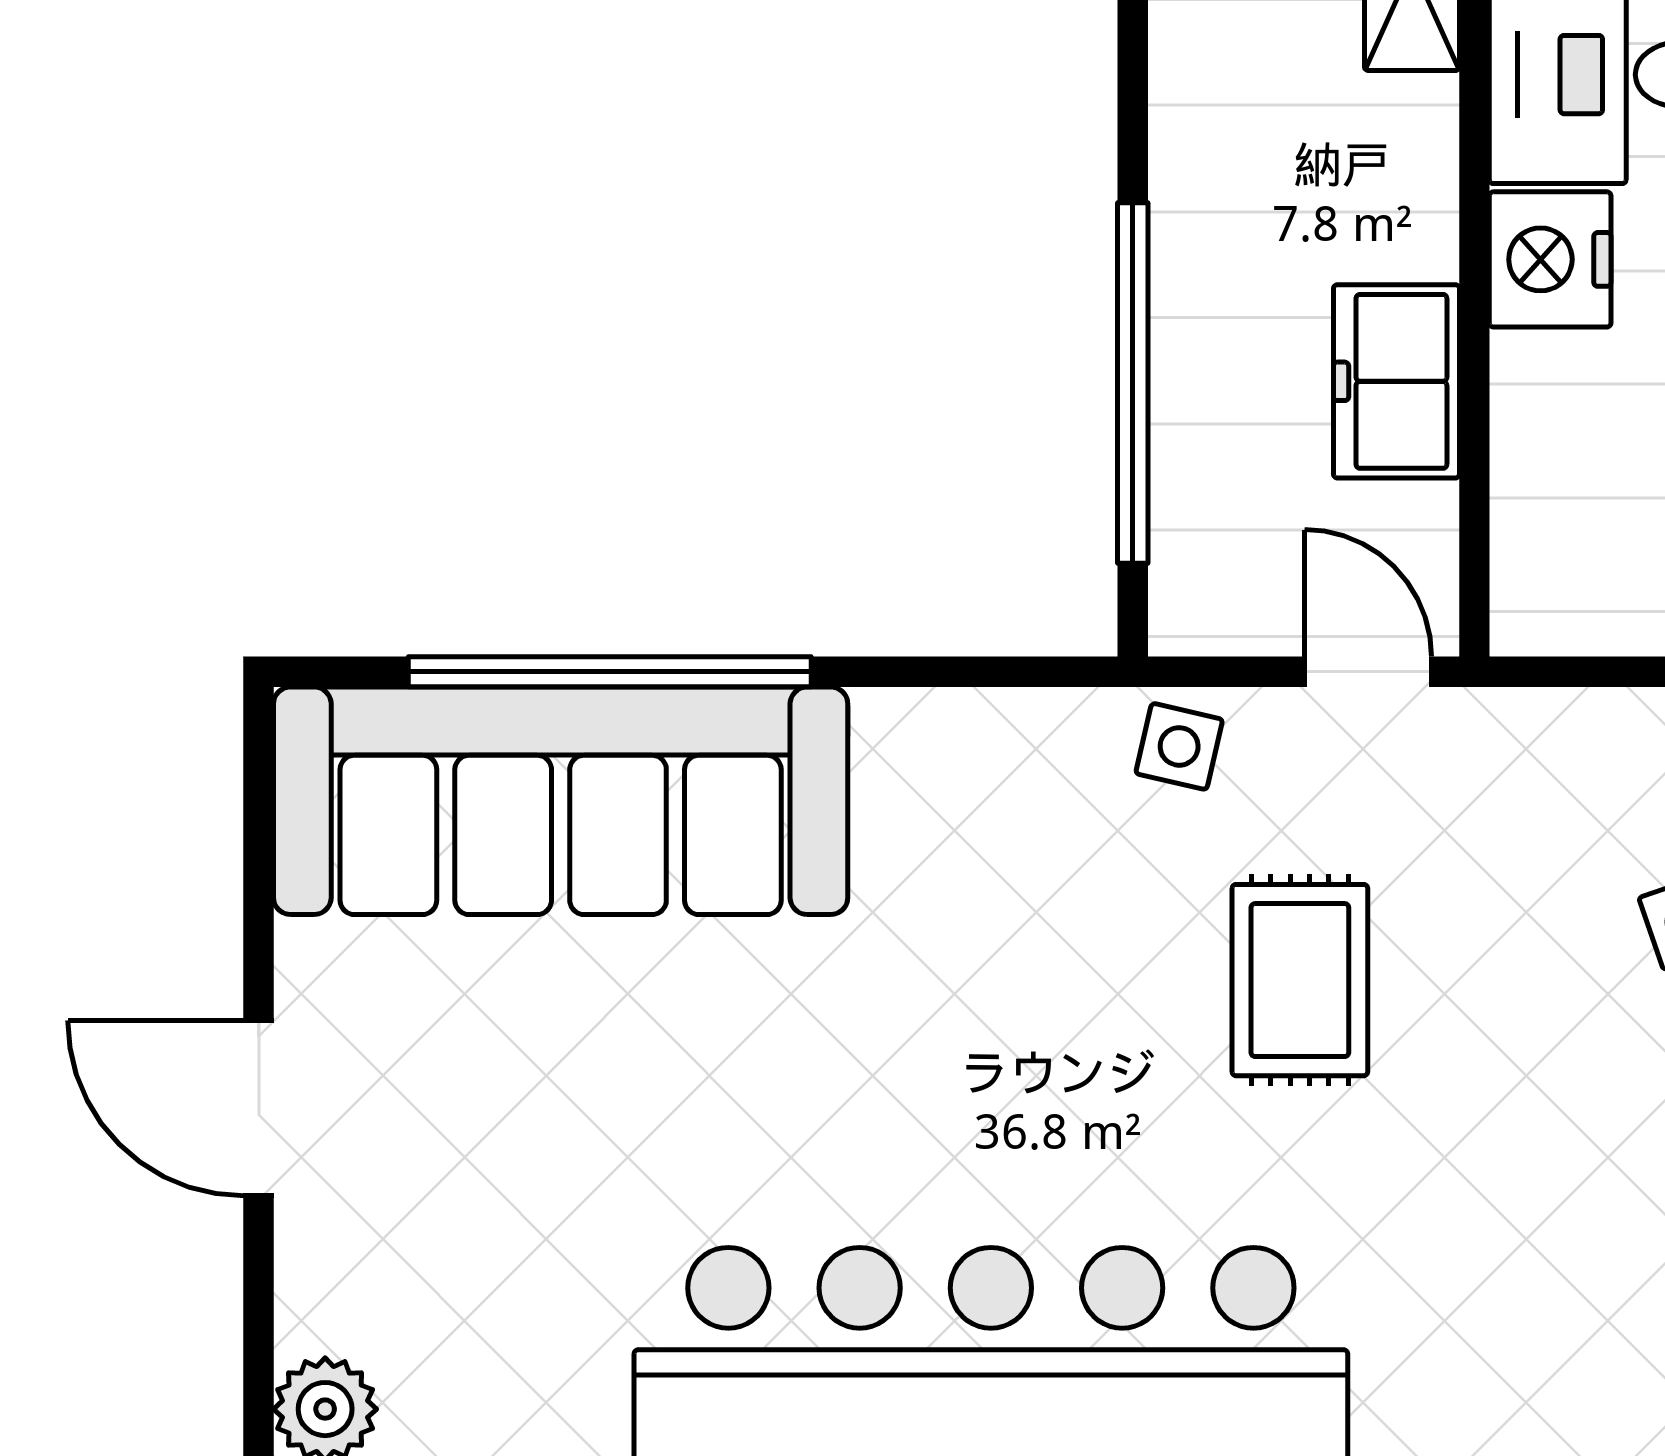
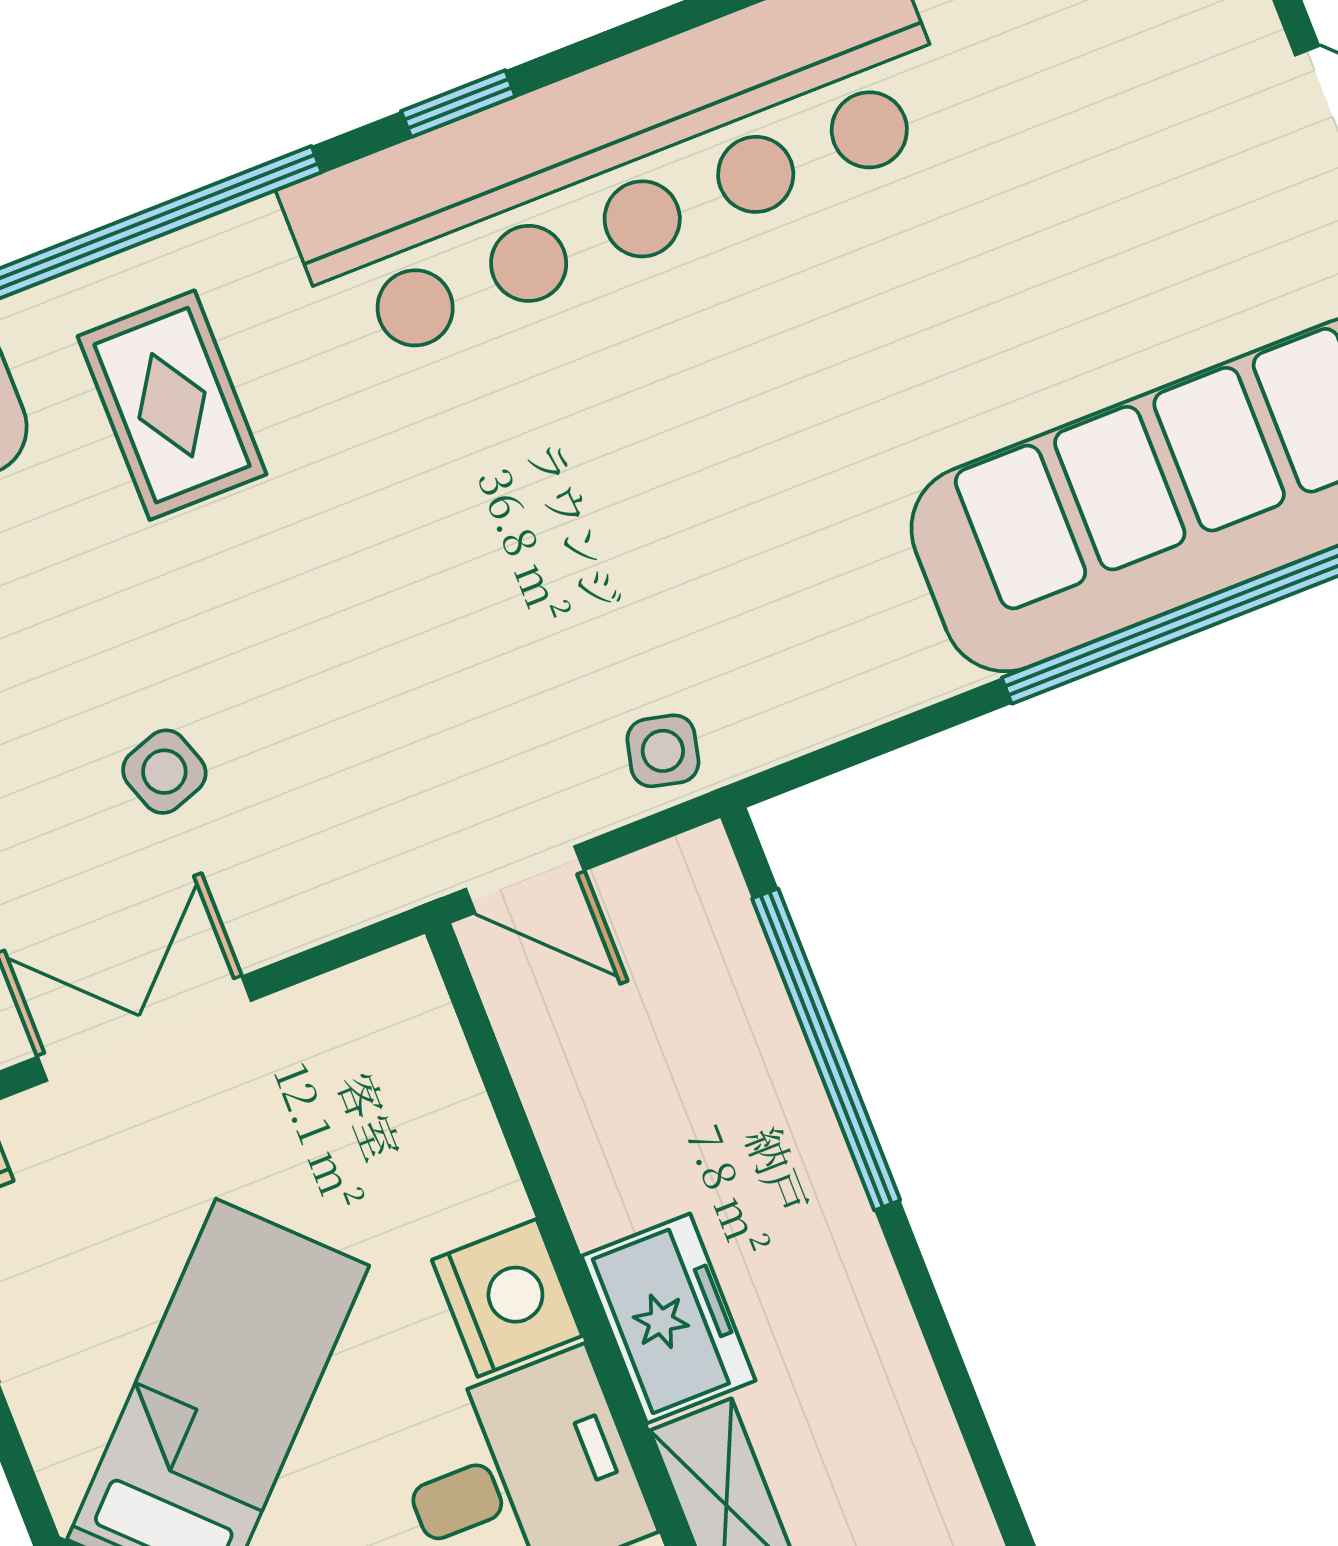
freezer: (1396, 381) -> (668, 1318), moved
rug: (1300, 980) -> (172, 405), moved

